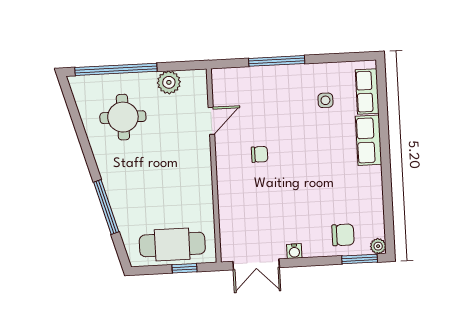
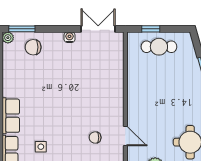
door: (211, 121) -> (125, 136), swing flipped
chair: (259, 154) -> (95, 138), moved
cafe table: (172, 244) -> (159, 47), width x0.73, depth x0.74

